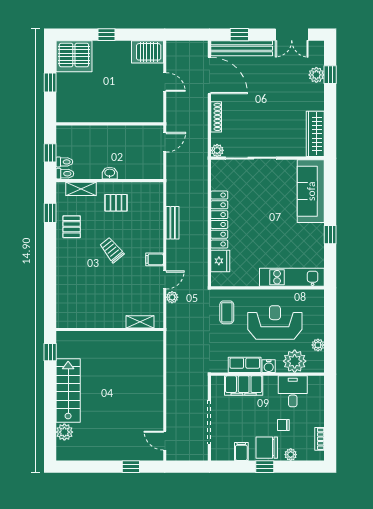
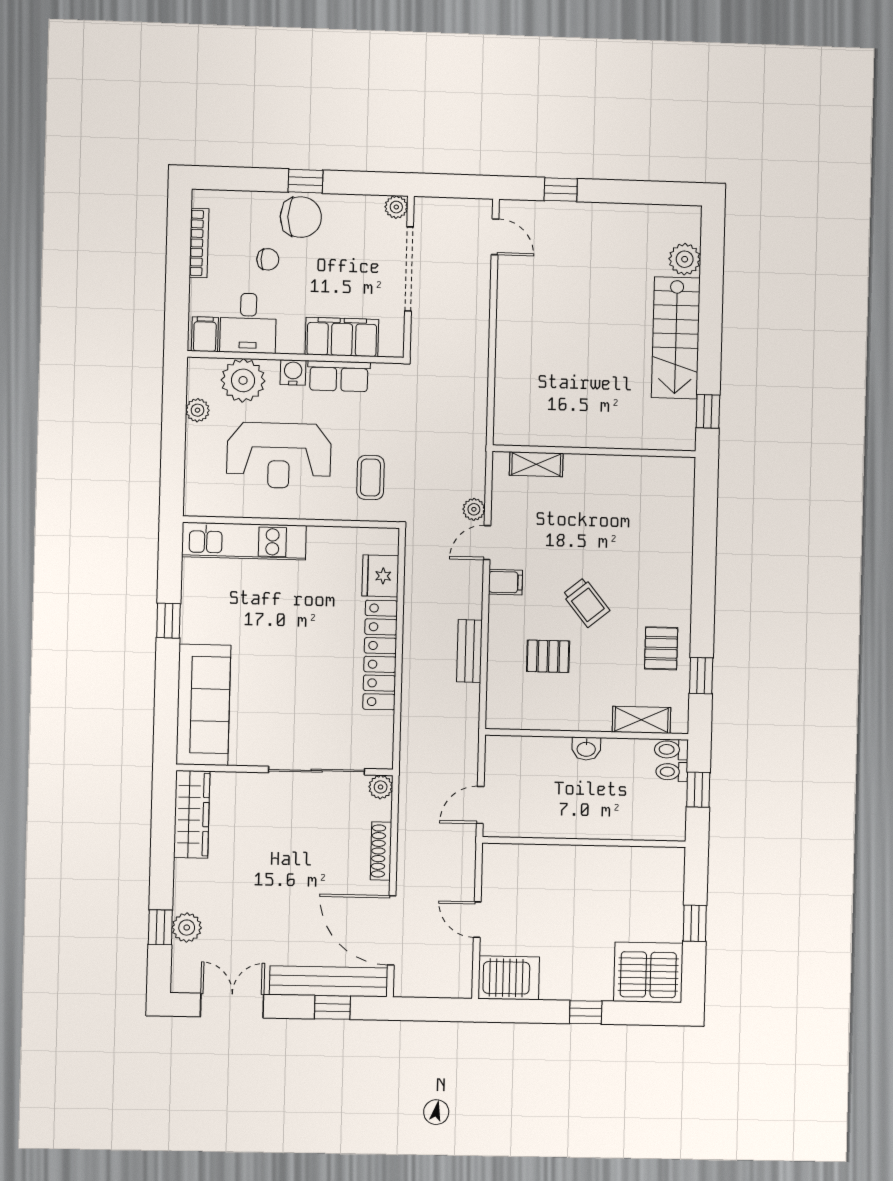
pallet: (116, 203) -> (548, 656), moved
bookcase: (319, 439) -> (199, 243), width x1.56
filing cabinet: (241, 452) -> (205, 334), moved, turned 180
plant: (291, 455) -> (396, 207), moved

